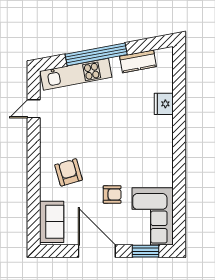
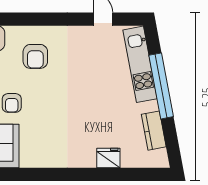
armchair: (69, 172) -> (35, 56), turned 106

